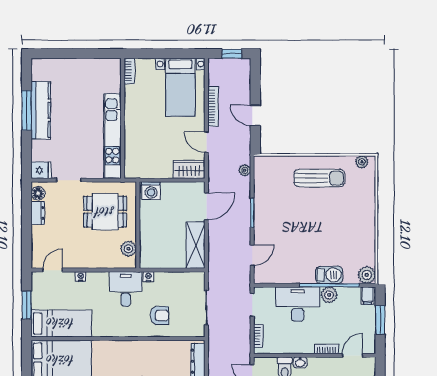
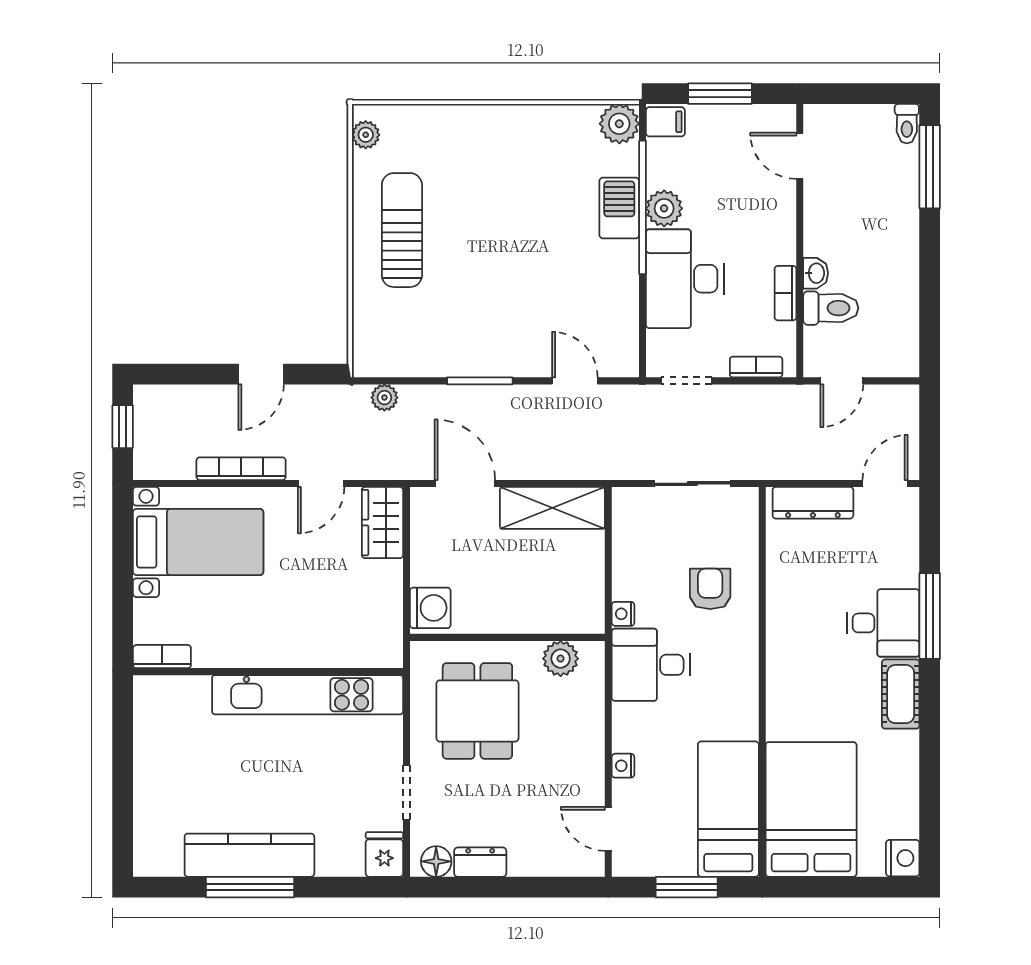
bookcase: (326, 349) -> (785, 293), moved

